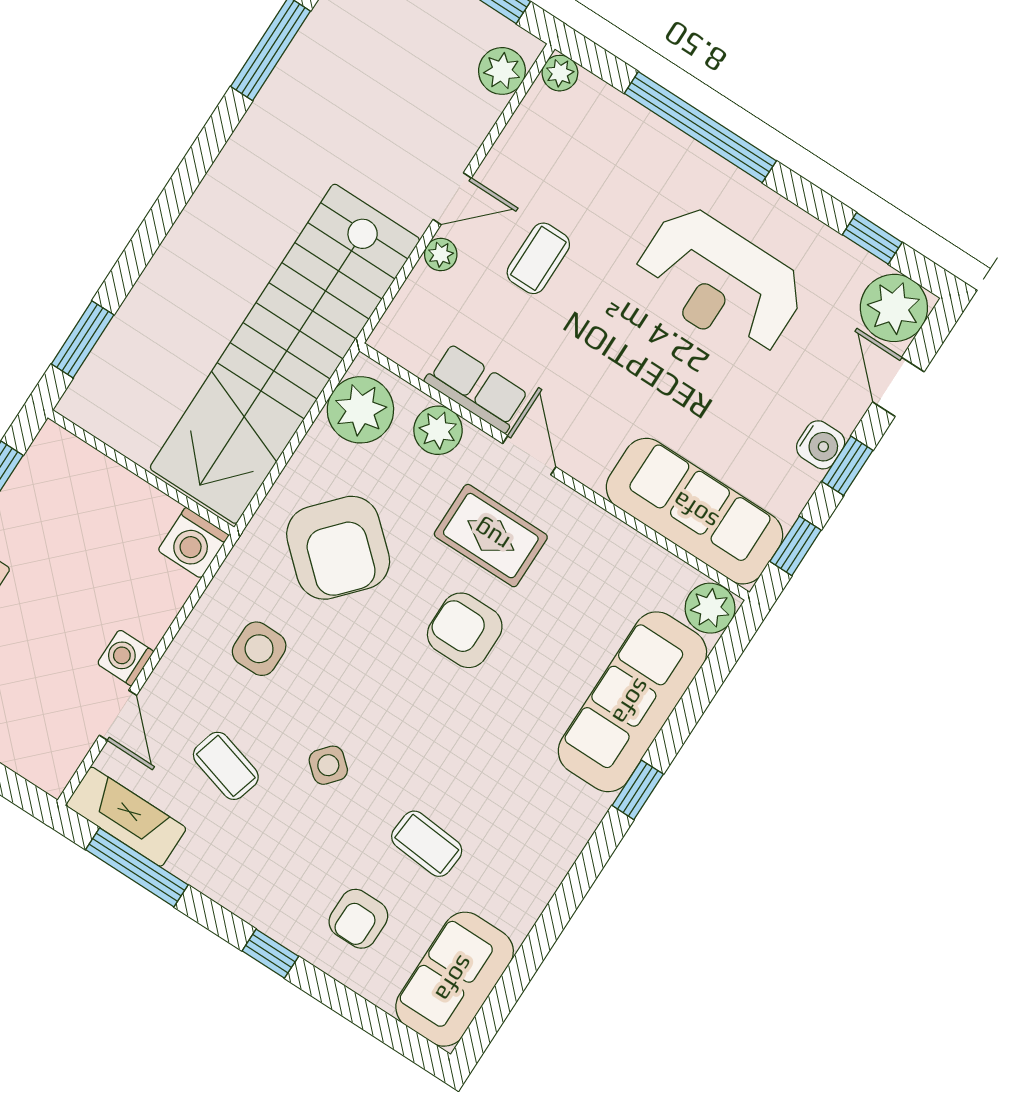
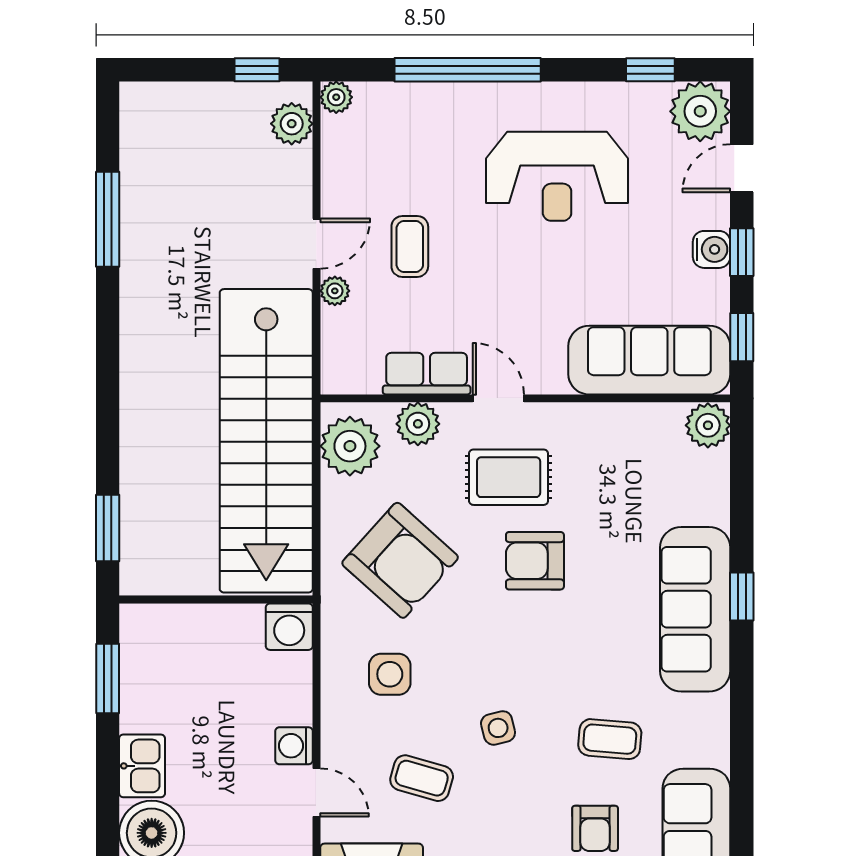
door: (898, 387) -> (742, 168), hinge flipped
sofa: (632, 702) -> (695, 609), moved
side table: (328, 765) -> (498, 728), turned 35

